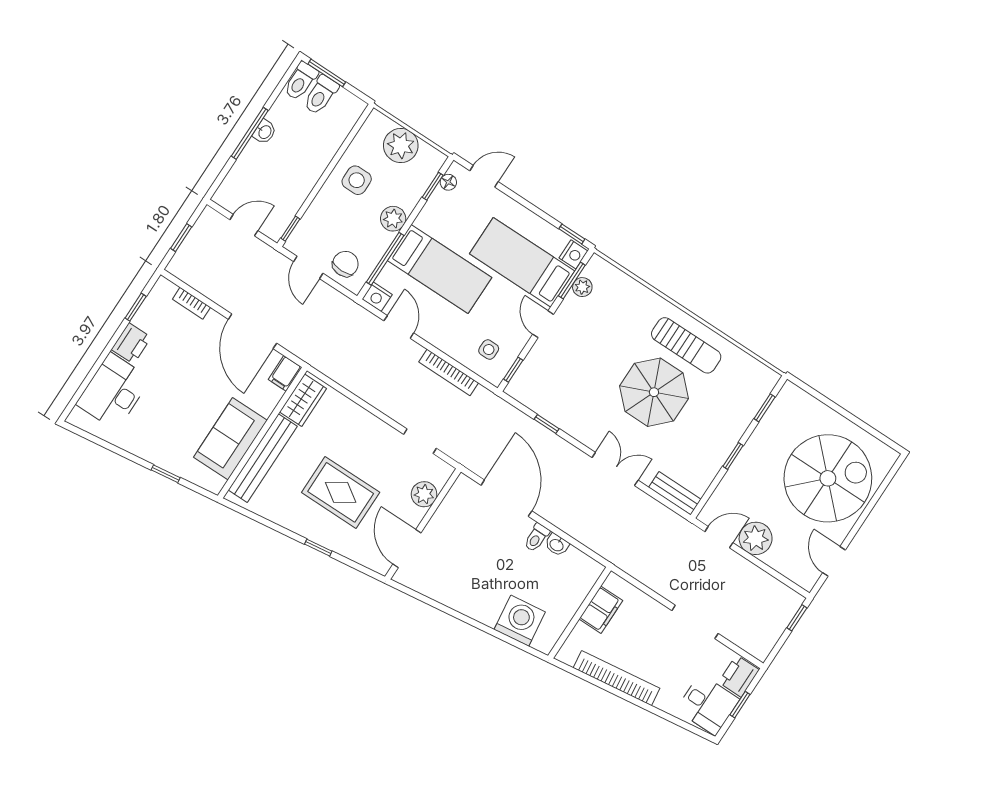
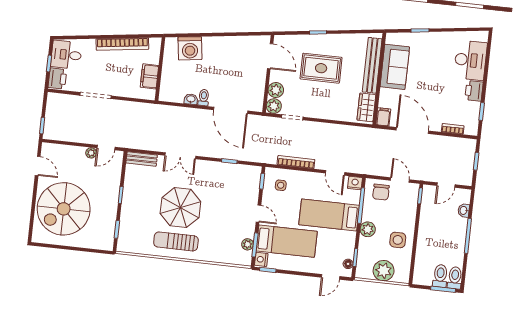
washbasin: (265, 132) -> (464, 210), moved
plant: (439, 472) -> (274, 106), added
plant: (756, 538) -> (91, 153), width x0.53, depth x0.53

